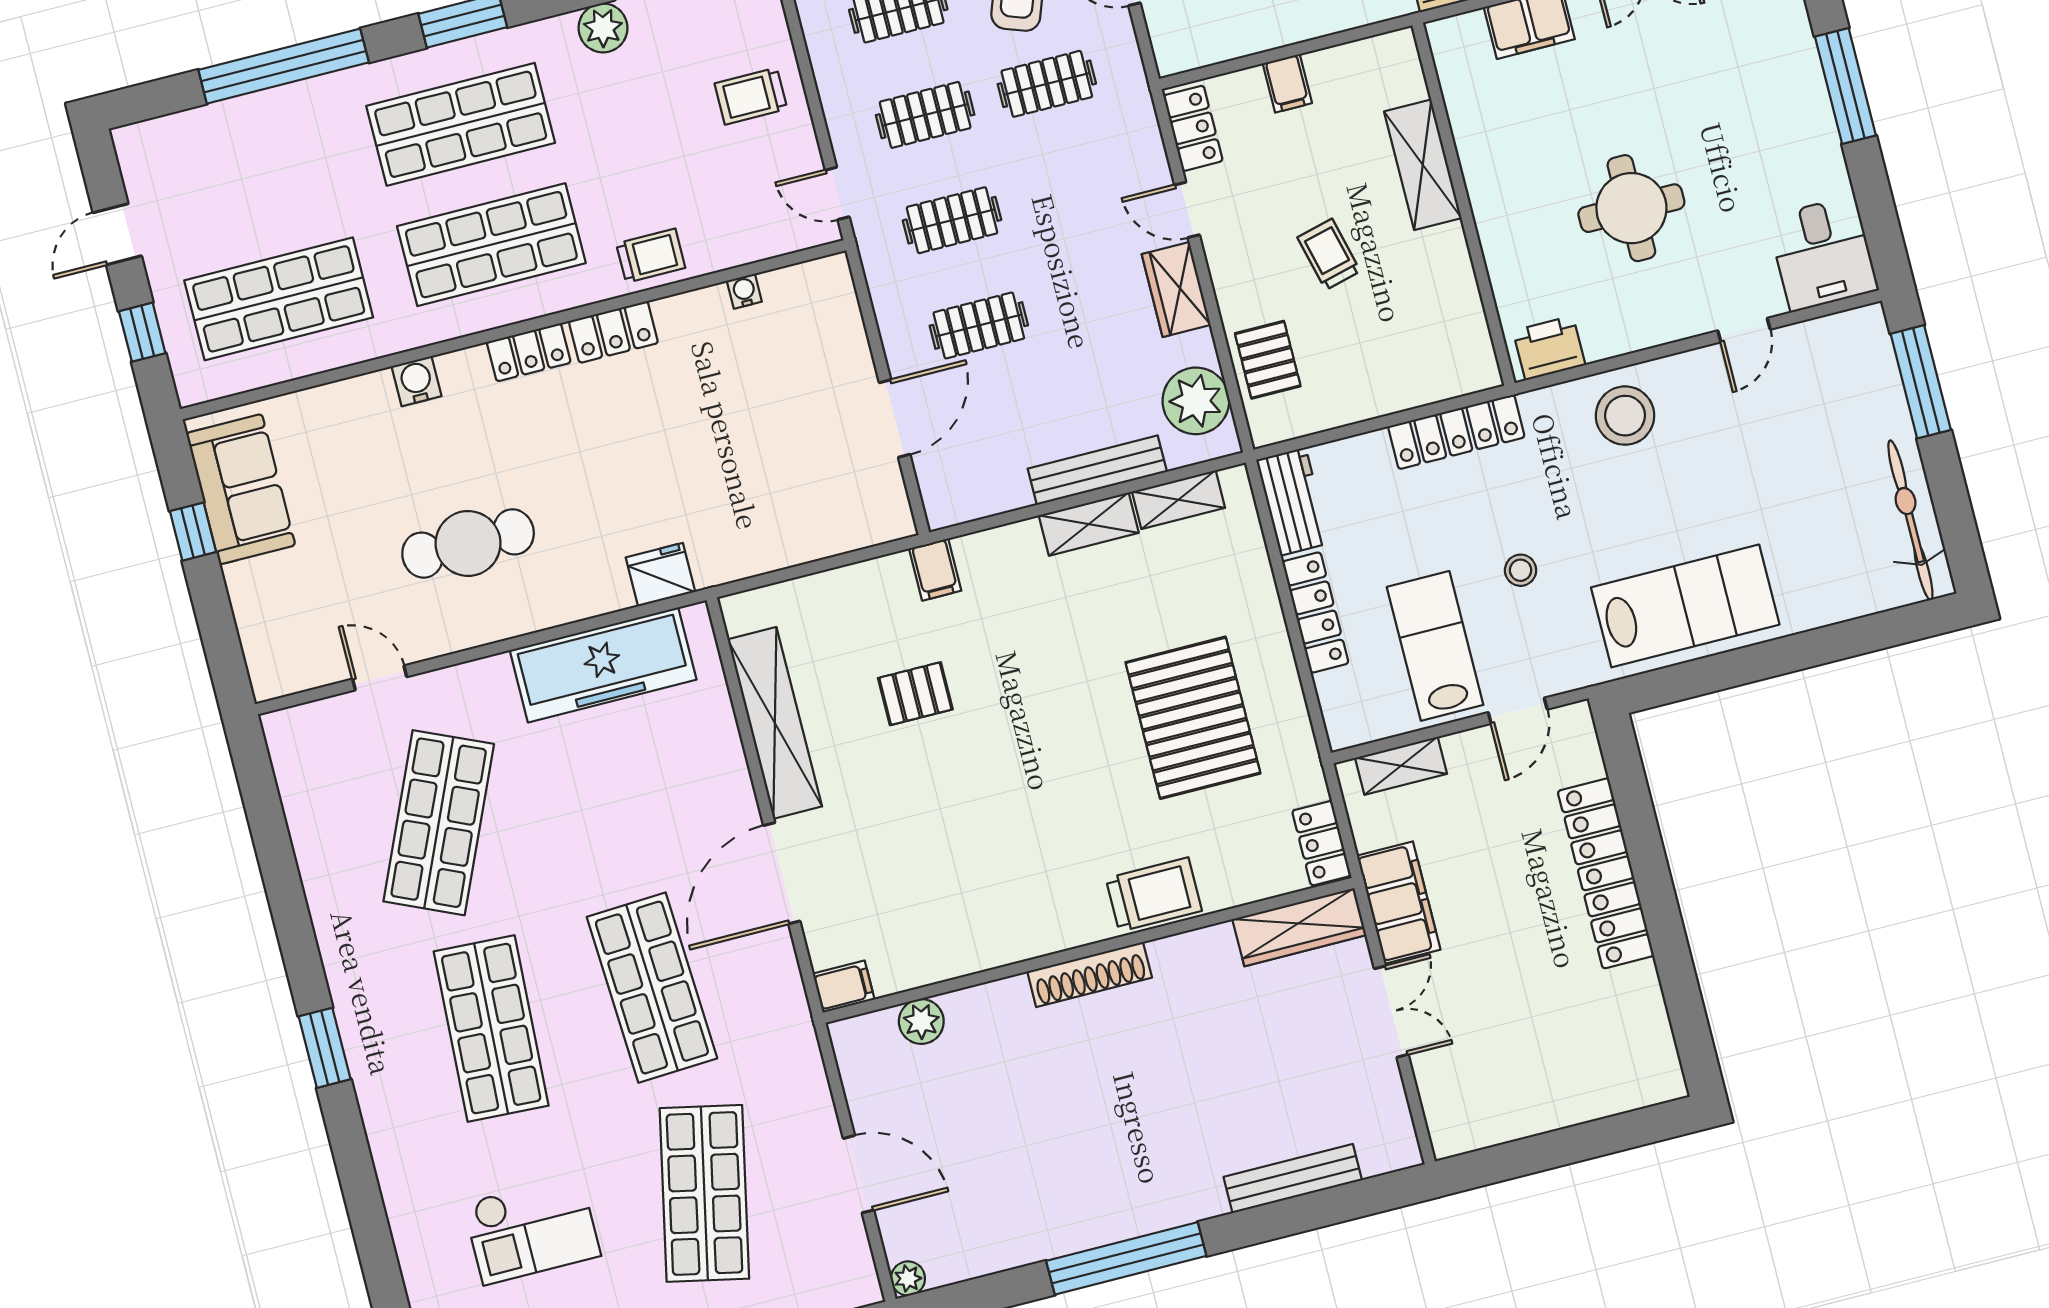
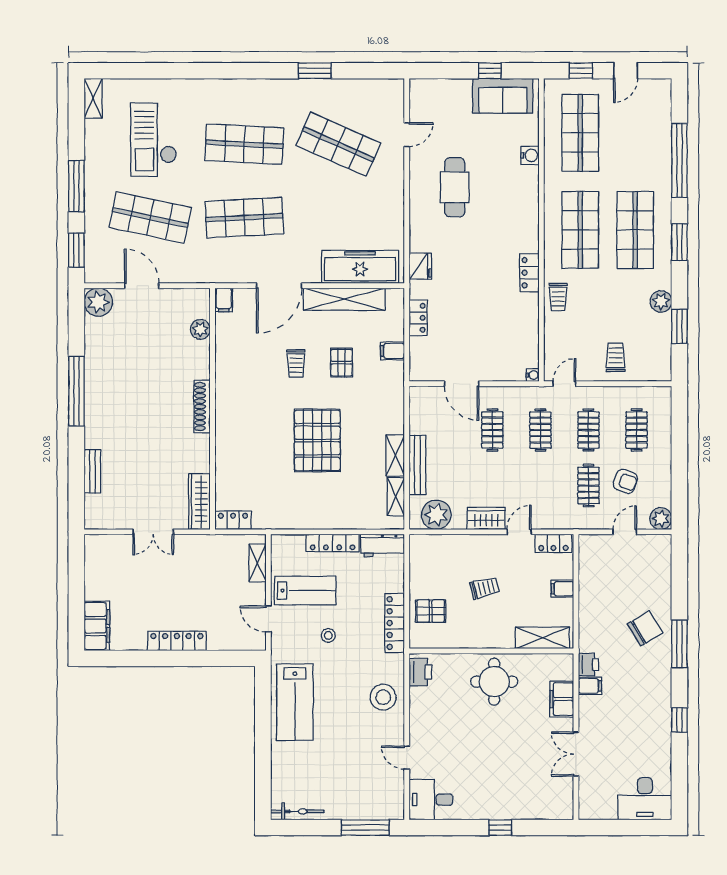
window: (1845, 86) -> (500, 828), width x0.46
shelving: (1423, 165) -> (542, 638), moved
round table: (1631, 208) -> (494, 682), moved
door: (117, 234) -> (626, 71), swing flipped
water cooler: (744, 291) -> (533, 375), moved
locker: (529, 352) -> (418, 318), moved, turned 180
pallet: (1268, 360) -> (431, 611), moved
water cooler: (417, 381) -> (530, 155), moved
bicycle: (1910, 520) -> (297, 811), width x0.73, depth x0.71
filing cabinet: (935, 570) -> (393, 351), moved
freezer: (603, 665) -> (360, 267), moved, turned 90
pallet: (1193, 718) -> (317, 440), moved, turned 90
door: (782, 873) -> (279, 286), swing flipped
locker: (1606, 873) -> (177, 641), width x0.71, depth x0.83
trolley: (1154, 895) -> (296, 363), moved, width x0.73, depth x0.72
filing cabinet: (1399, 903) -> (97, 626), moved, turned -90
window: (325, 1048) -> (315, 71), moved
door: (858, 1174) -> (142, 286), swing flipped
bench: (1293, 1179) -> (92, 471), width x0.73
checkout: (532, 1229) -> (154, 140), width x1.36, depth x1.21
plant: (908, 1278) -> (98, 302), width x1.88, depth x1.88

